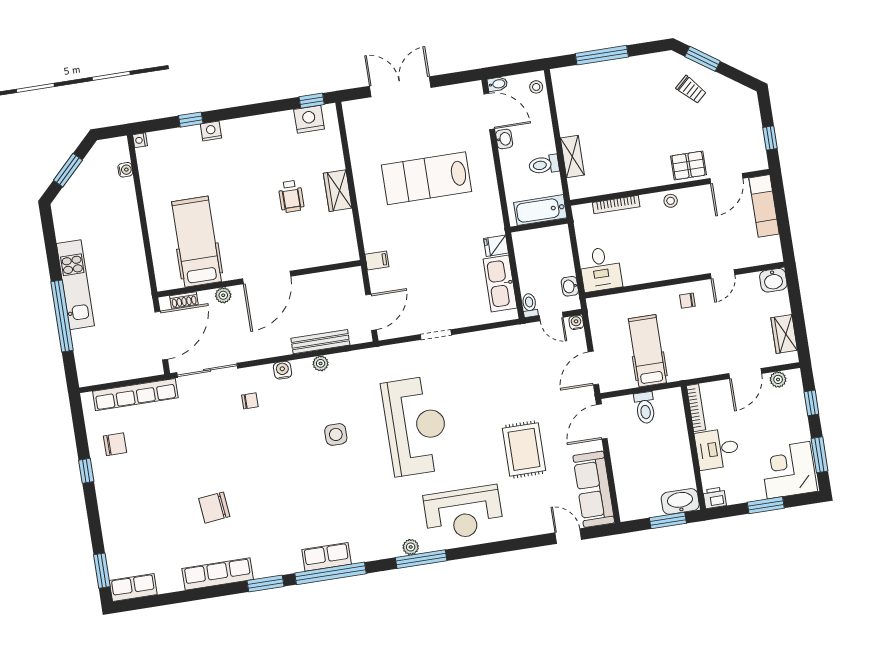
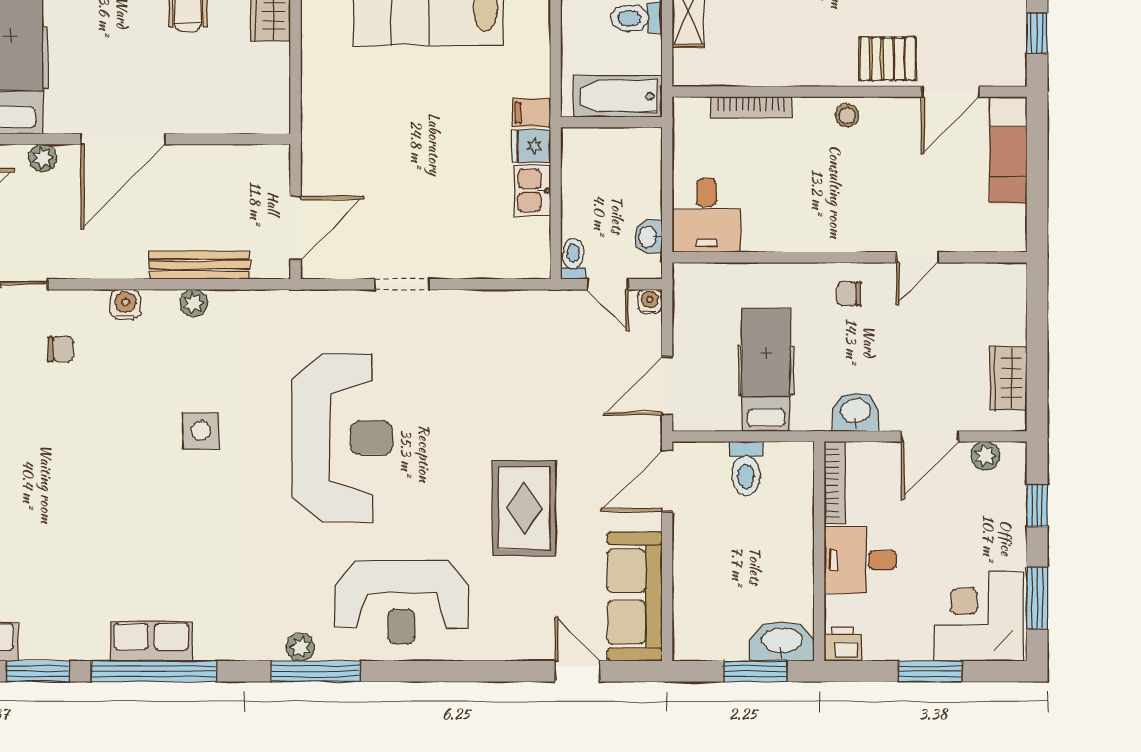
filing cabinet: (377, 260) -> (531, 113), moved, turned 180
washbasin: (773, 280) -> (855, 412), moved, turned 180
kitchen sink: (500, 283) -> (532, 191), width x0.53, depth x0.81

